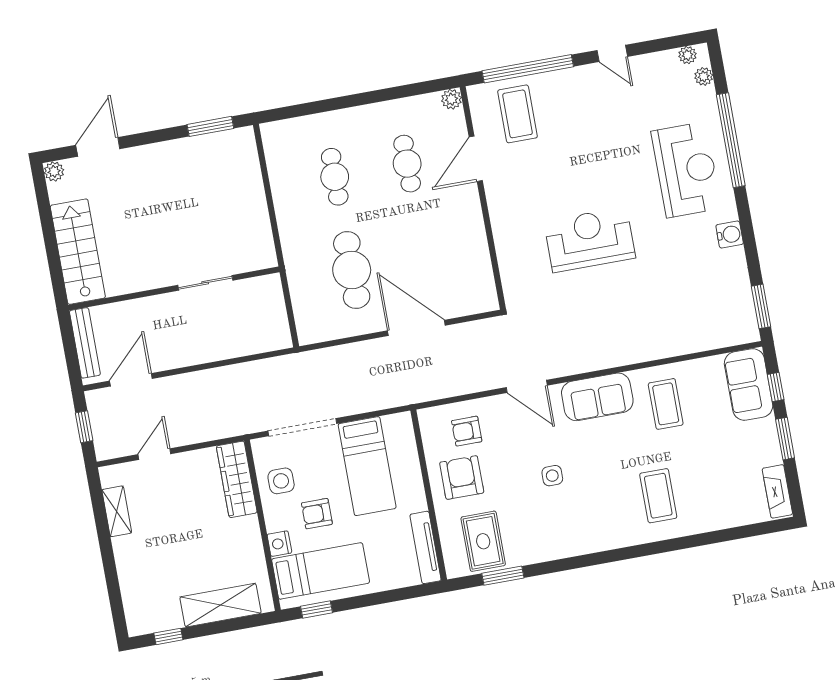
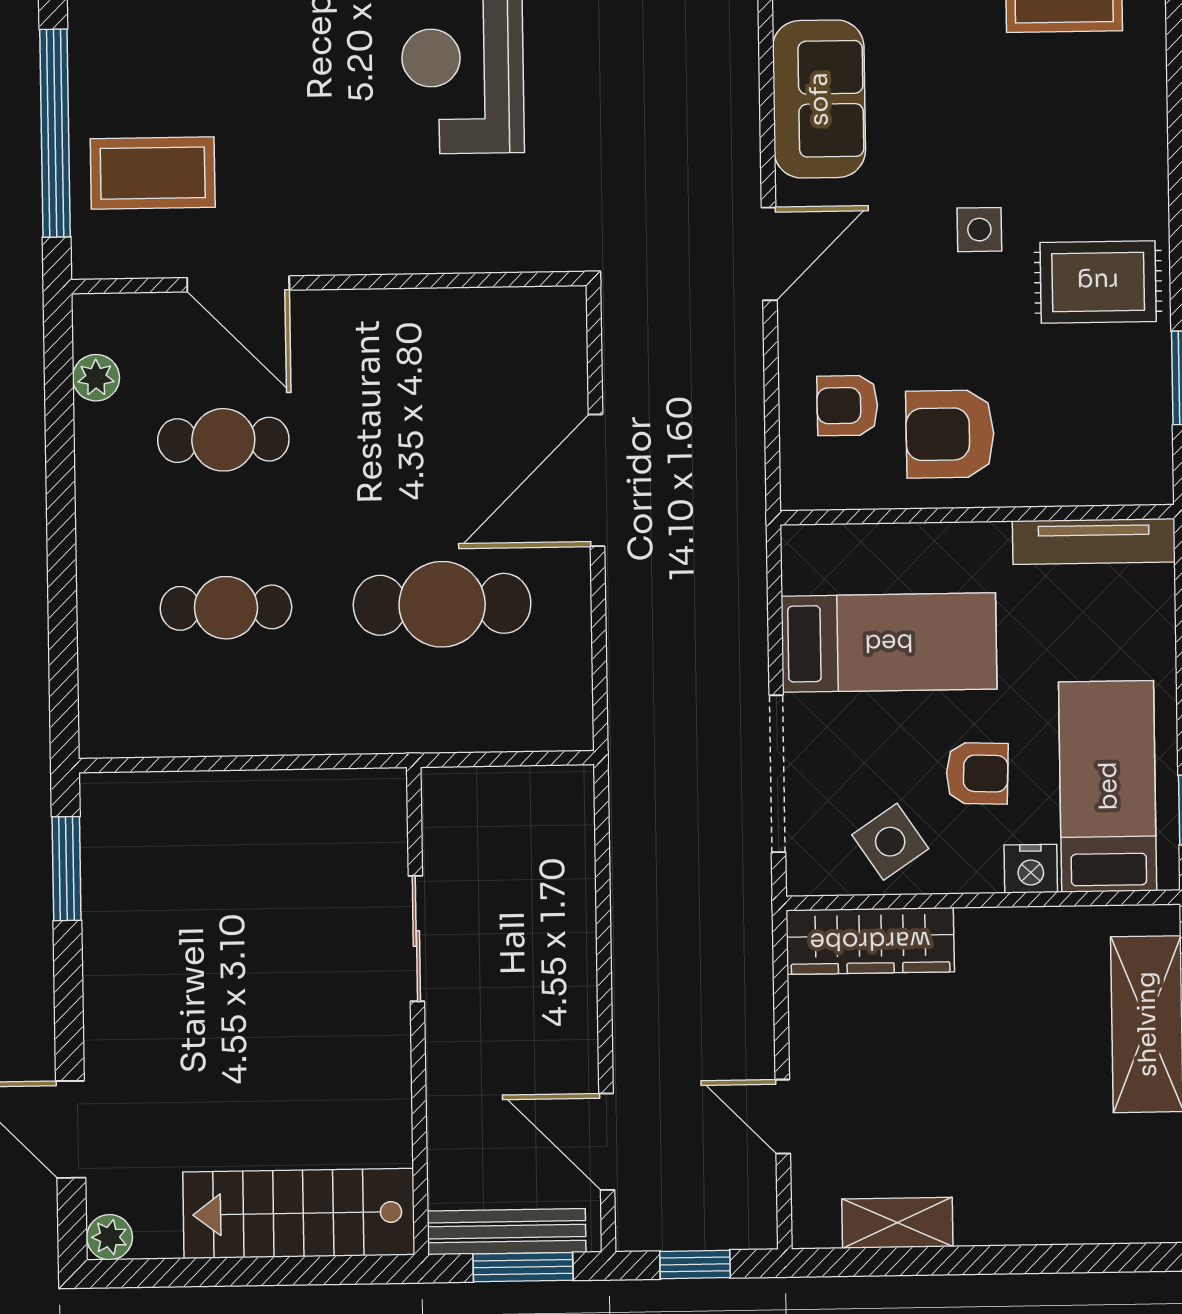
plant: (451, 99) -> (96, 378), moved
window: (71, 352) -> (523, 1267), added
armchair: (467, 431) -> (847, 405), turned 90
side table: (281, 481) -> (890, 842), turned -34
armchair: (317, 514) -> (977, 773), turned -88
rug: (483, 541) -> (1098, 282), moved

